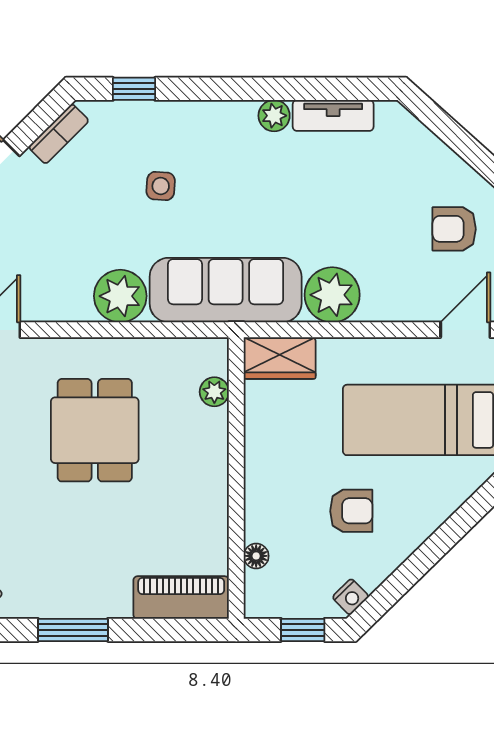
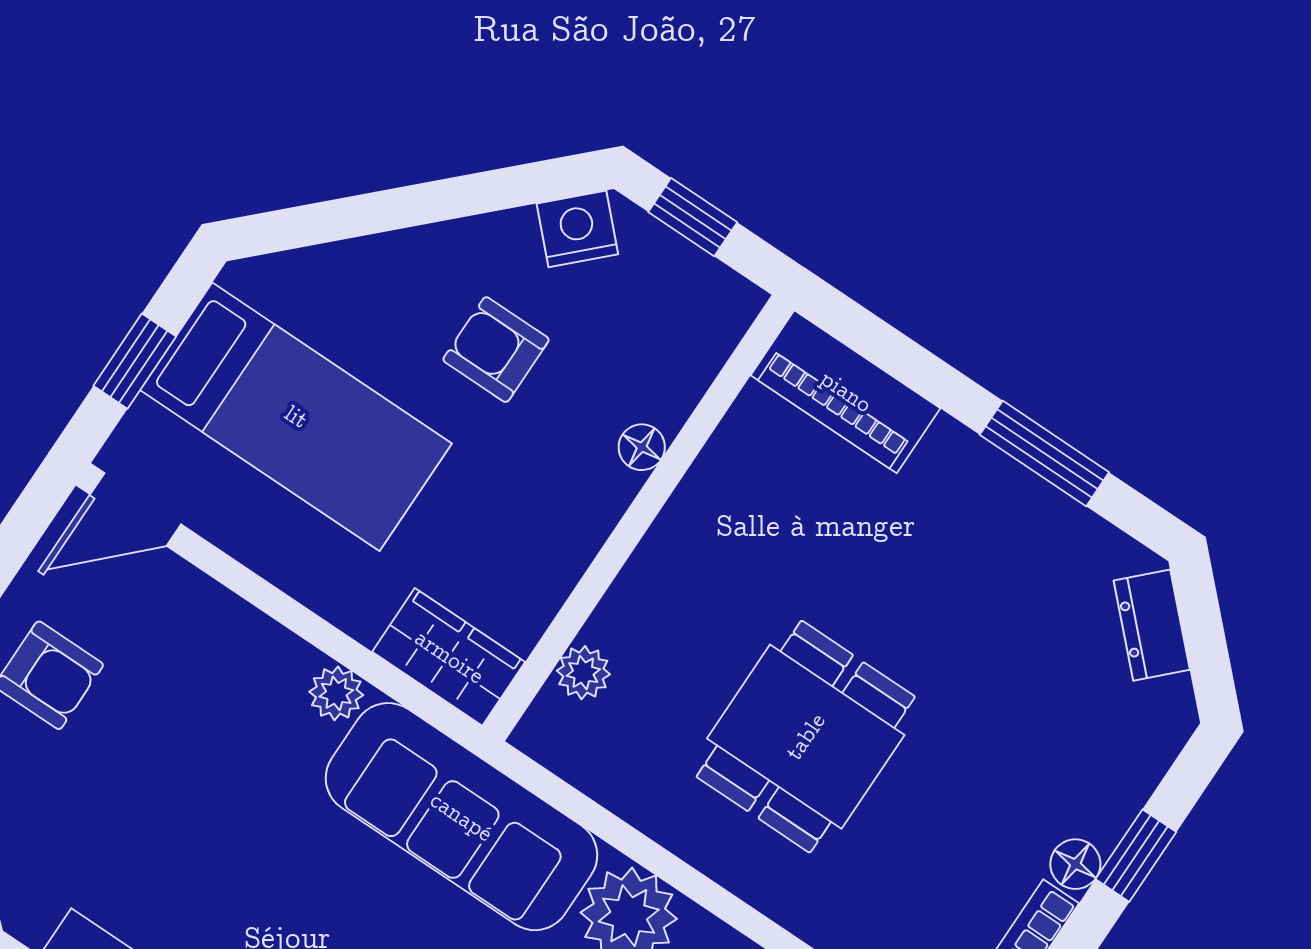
plant: (332, 295) -> (336, 693), width x0.53, depth x0.53
floor lamp: (256, 556) -> (642, 447), moved
nightstand: (351, 597) -> (577, 229), width x1.39, depth x1.35

